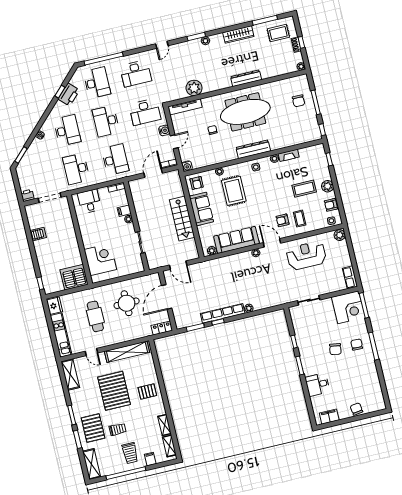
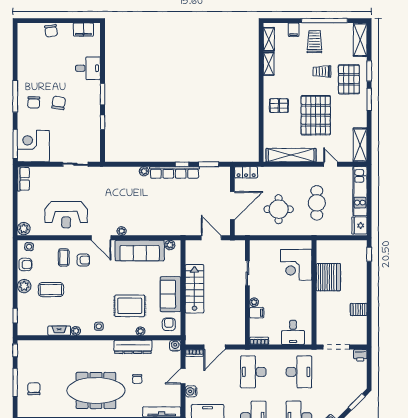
dresser: (253, 149) -> (133, 347), moved
rug: (234, 191) -> (130, 306), turned 90
server rack: (74, 277) -> (328, 277), moved, turned -90

